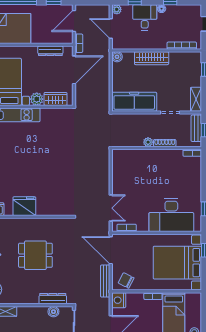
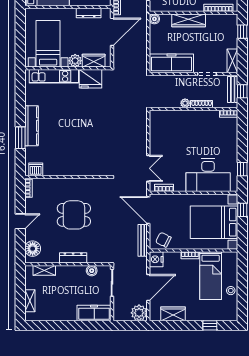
fridge: (24, 206) -> (90, 79), moved, turned 180
dresser: (53, 299) -> (73, 258), moved

